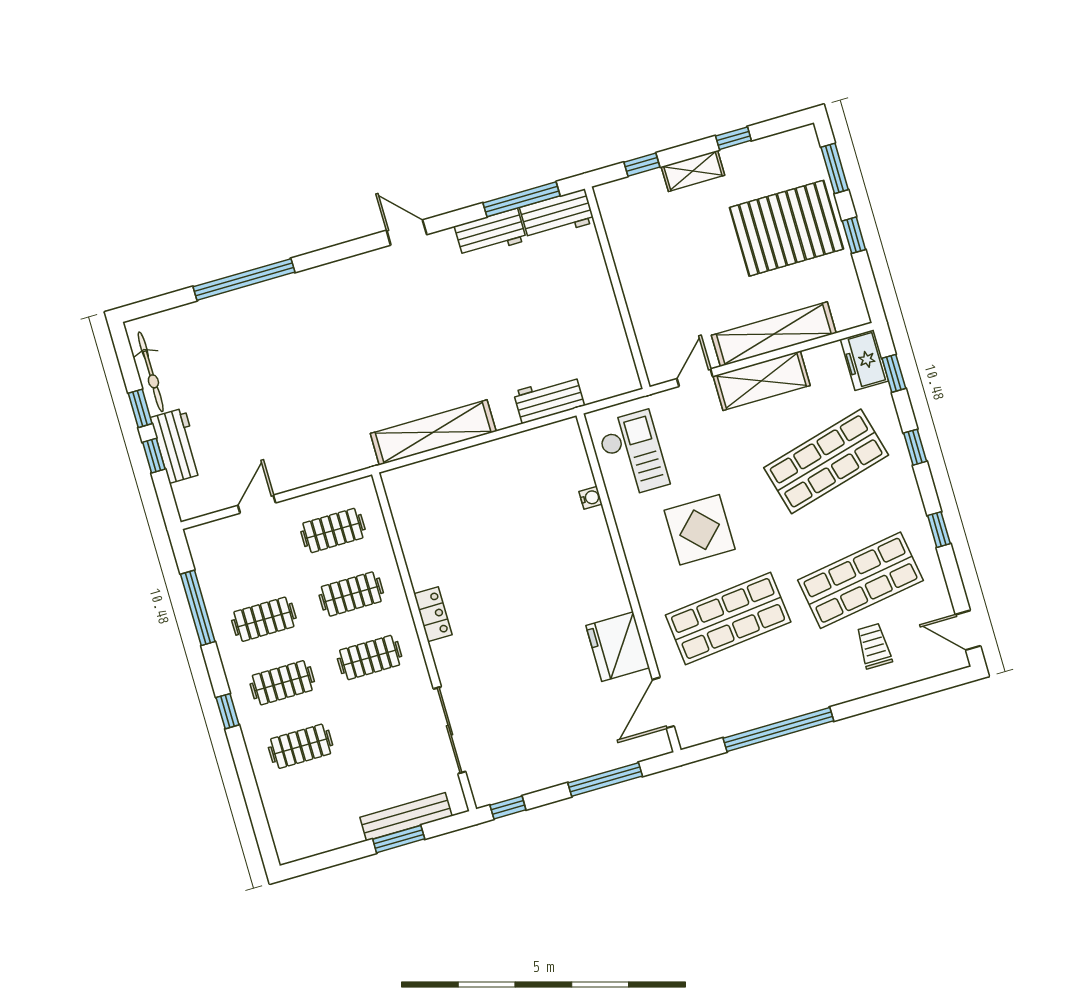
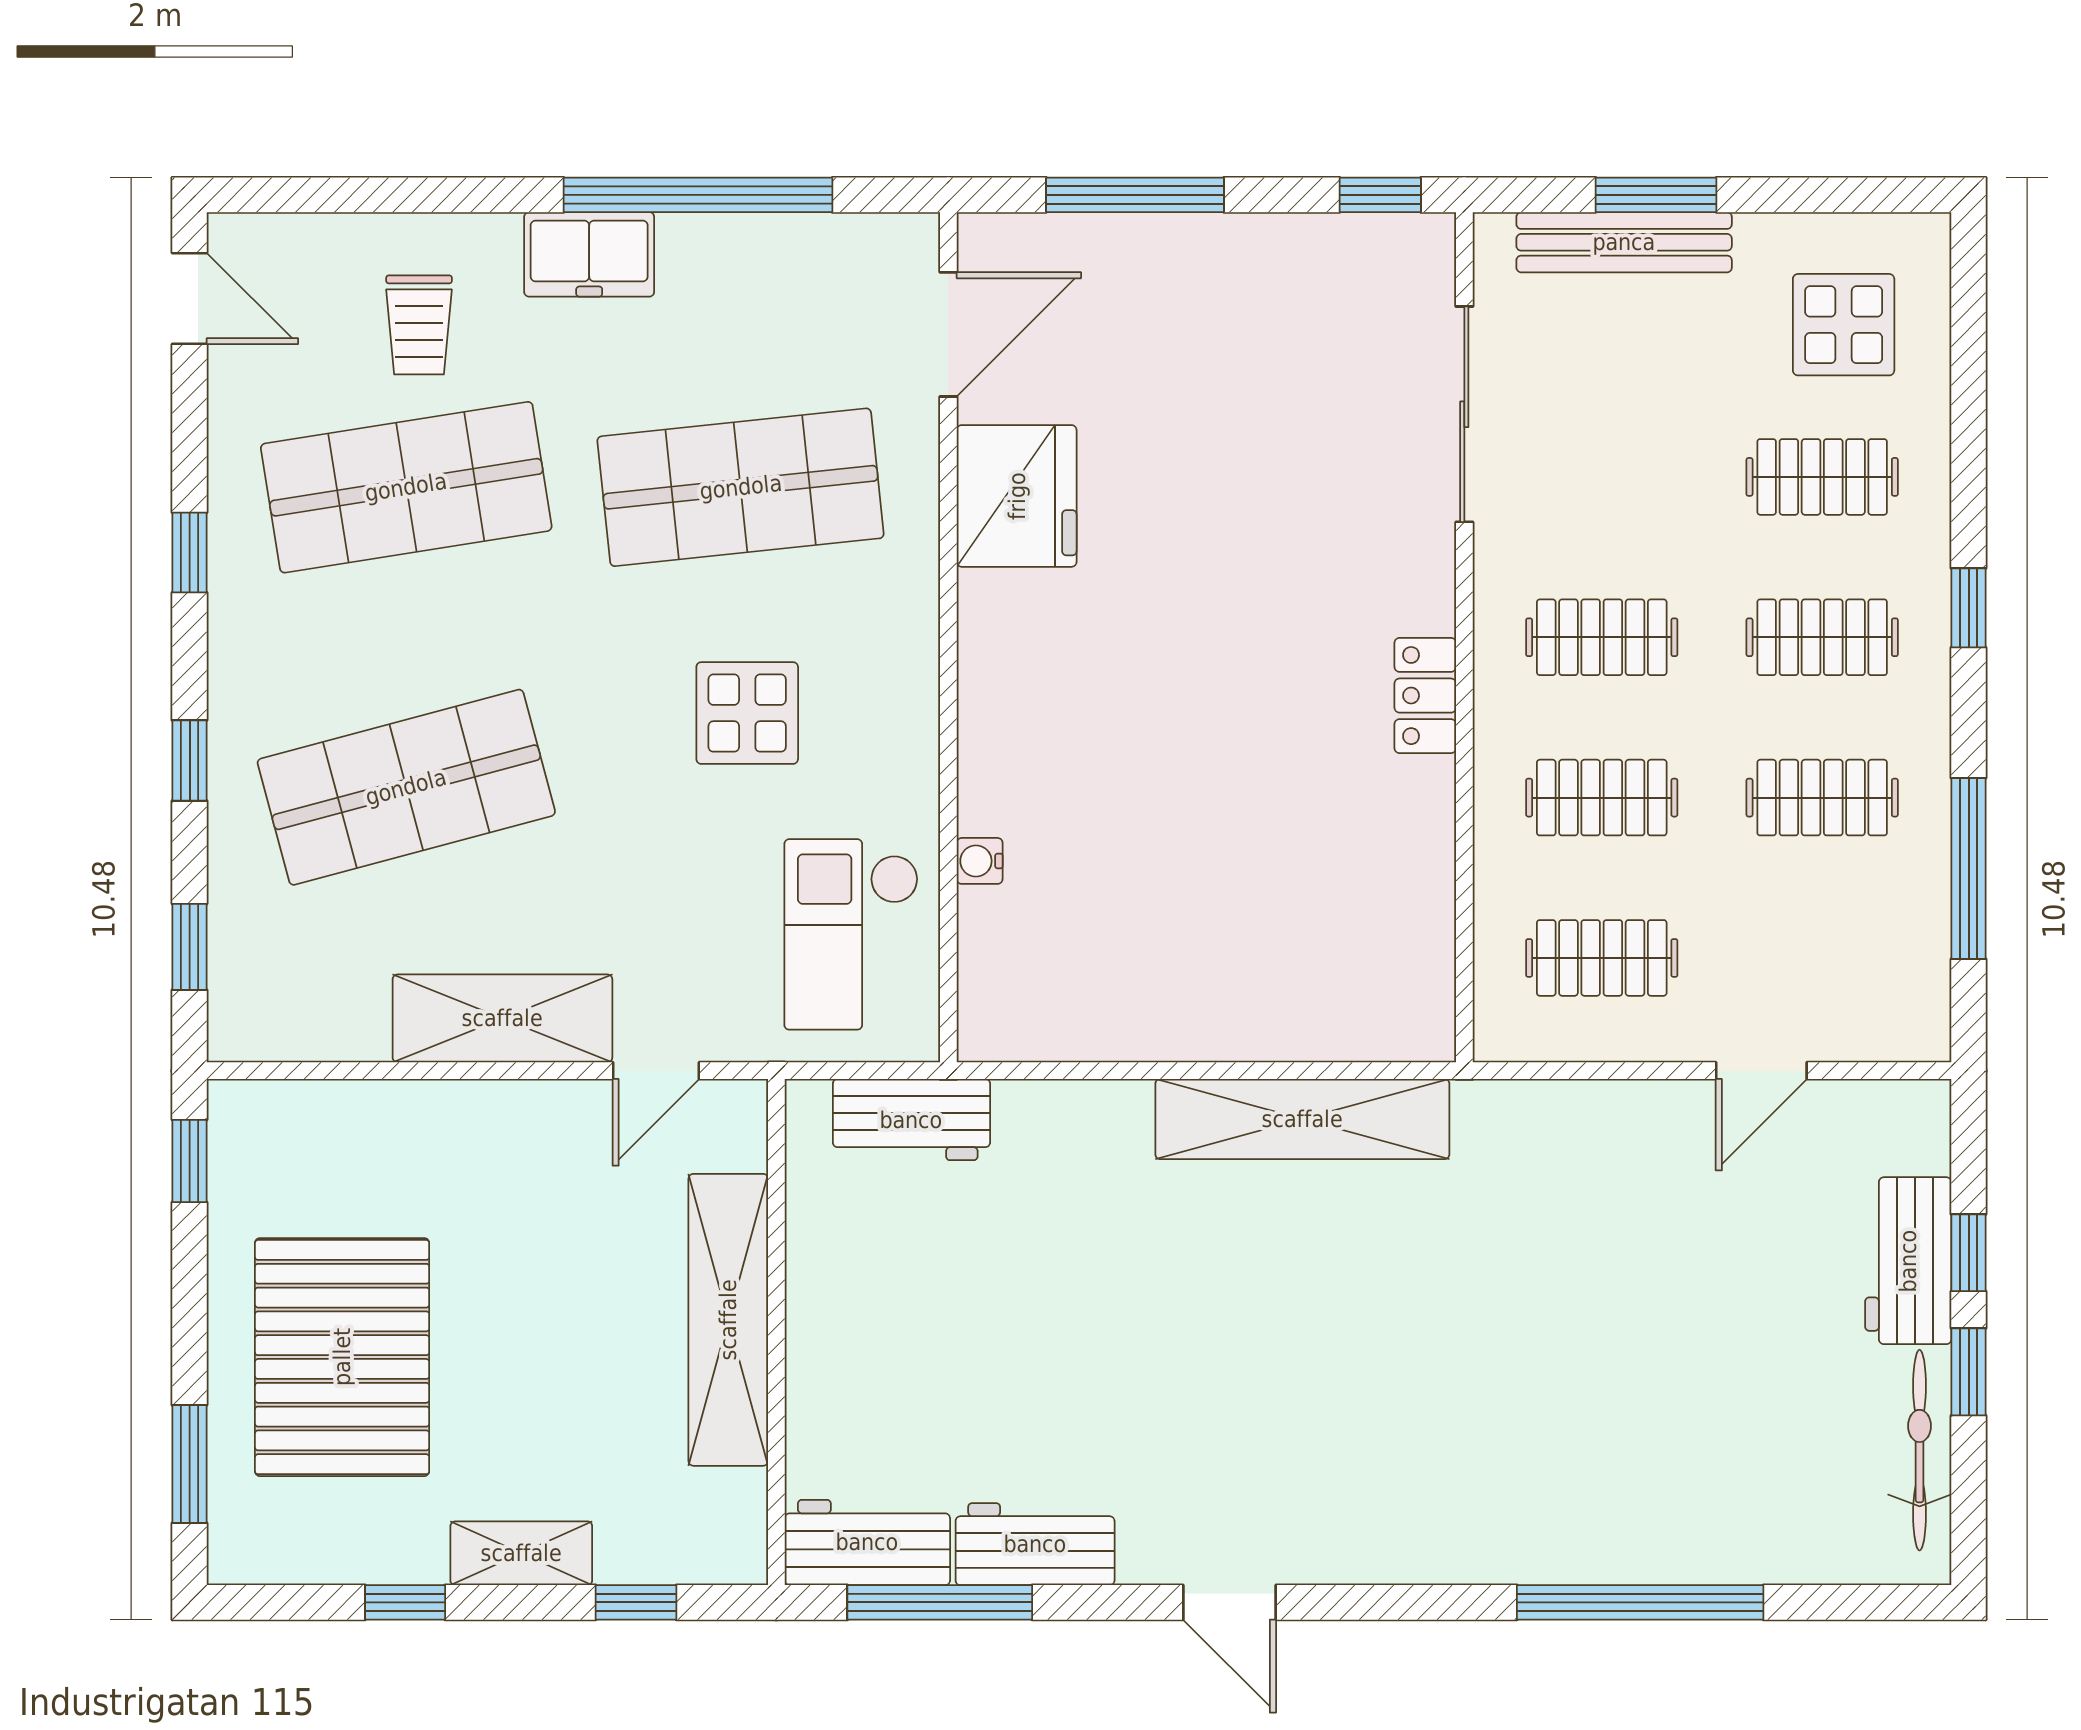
pallet: (786, 228) -> (342, 1357), turned 90
window: (854, 235) -> (190, 1161), moved
shelving: (774, 334) -> (728, 1320), moved, turned 90
freezer: (864, 360) -> (589, 254), moved, turned 90
workbench: (549, 399) -> (911, 1120), moved
display table: (700, 530) -> (747, 713), width x0.73, depth x0.73
display table: (309, 809) -> (1844, 325), added

